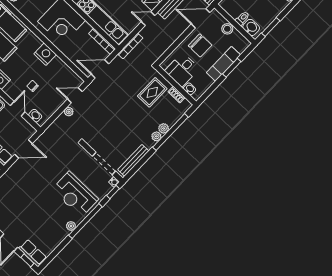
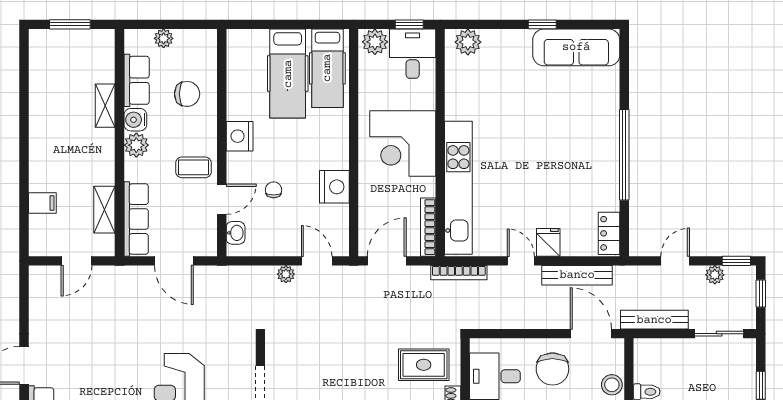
nightstand: (45, 54) -> (334, 187), moved
door: (100, 69) -> (387, 261), hinge flipped

